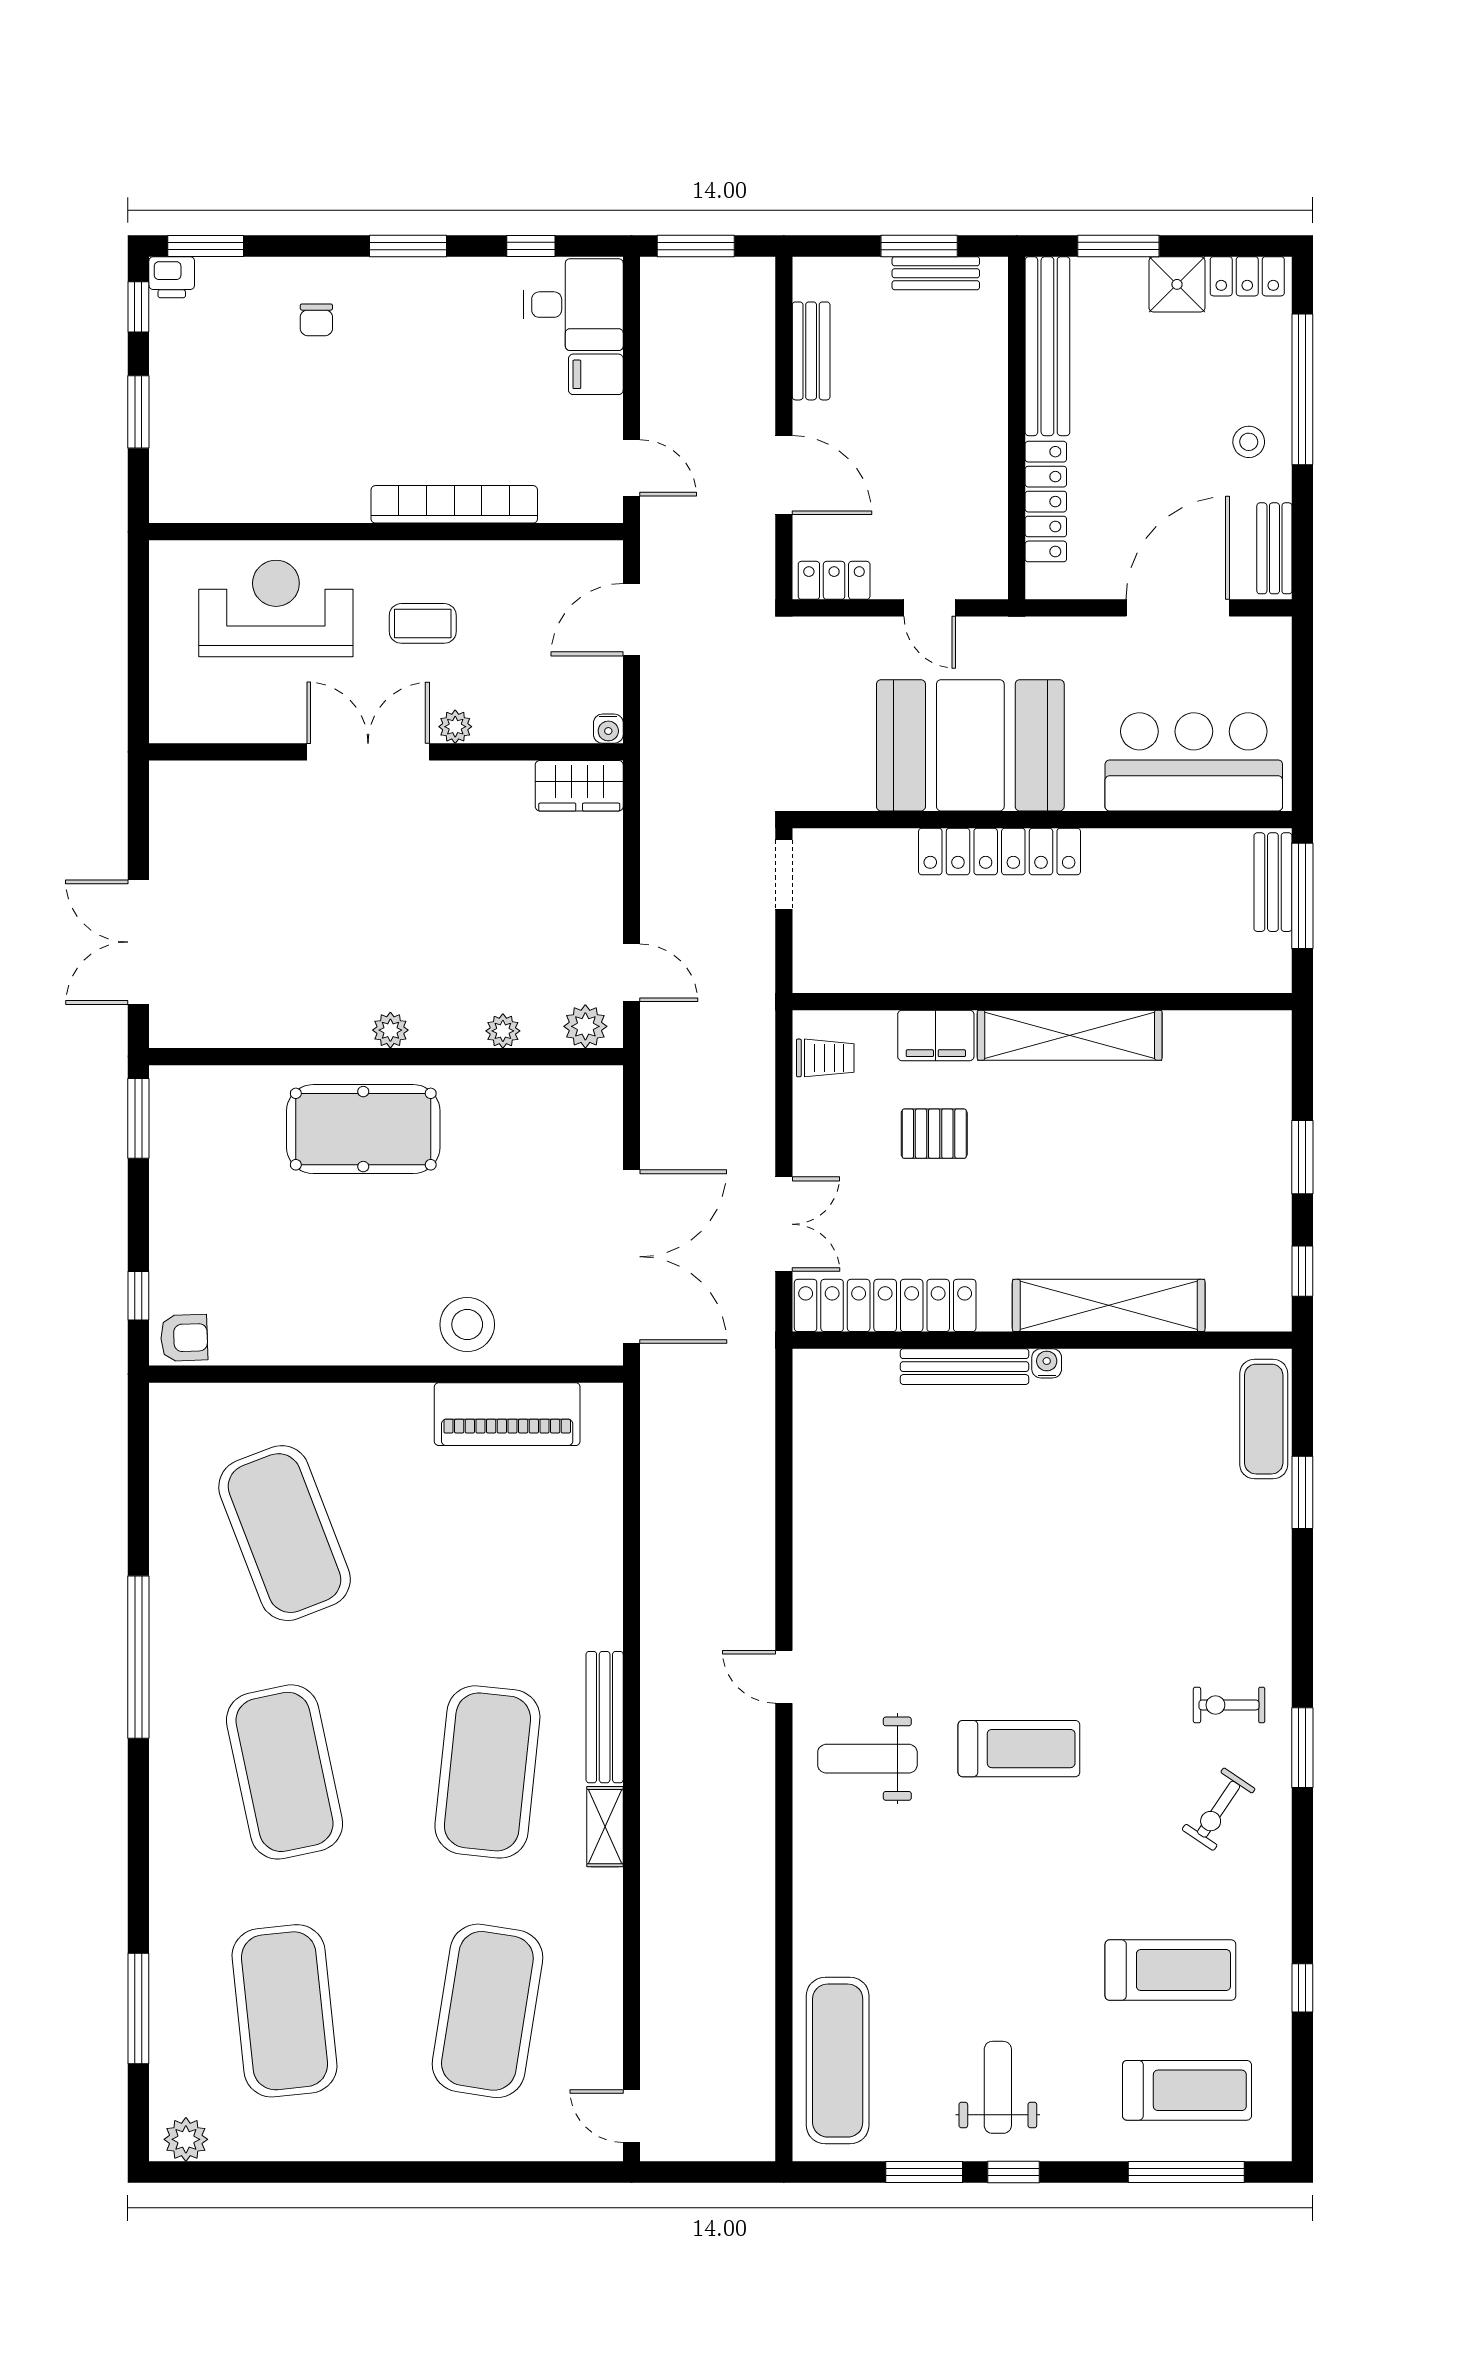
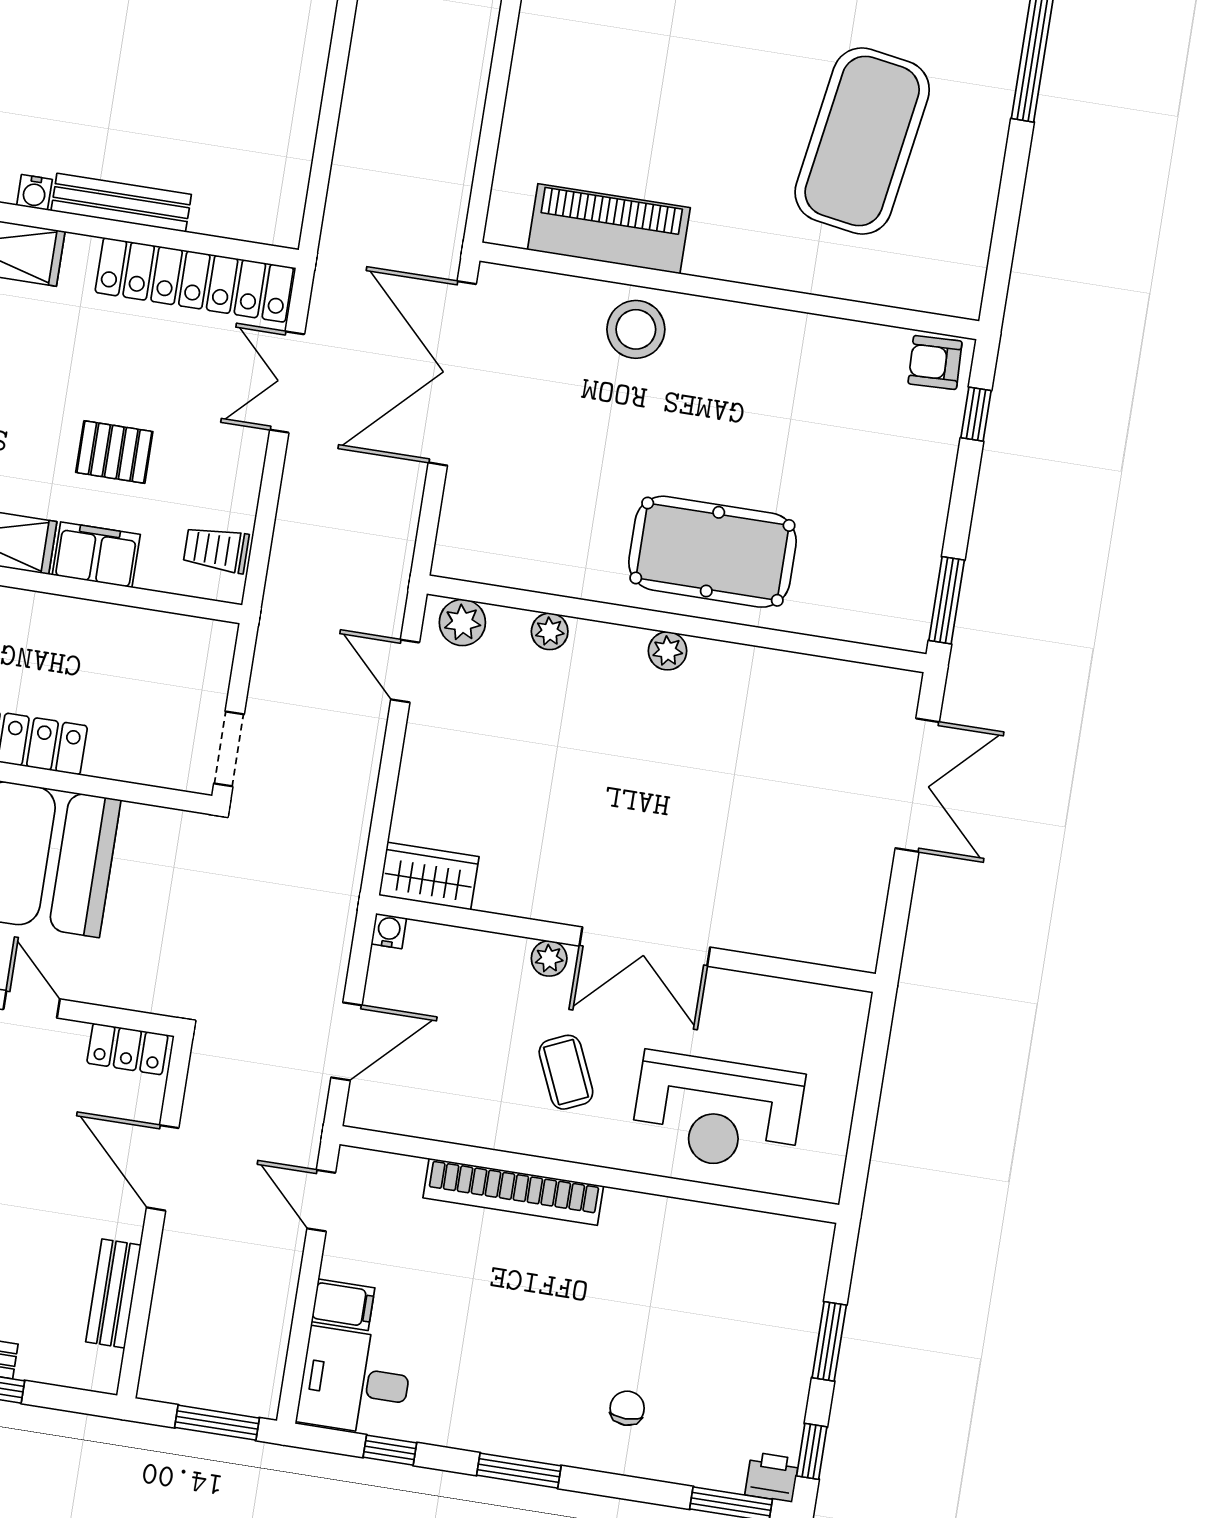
coffee table: (423, 623) -> (566, 1072), turned 66
exercise mat: (285, 1533) -> (862, 141), turned 30

